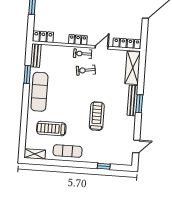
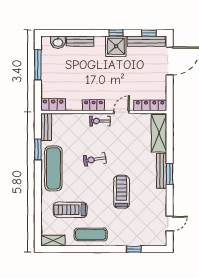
exercise bike: (86, 70) -> (95, 159), moved

